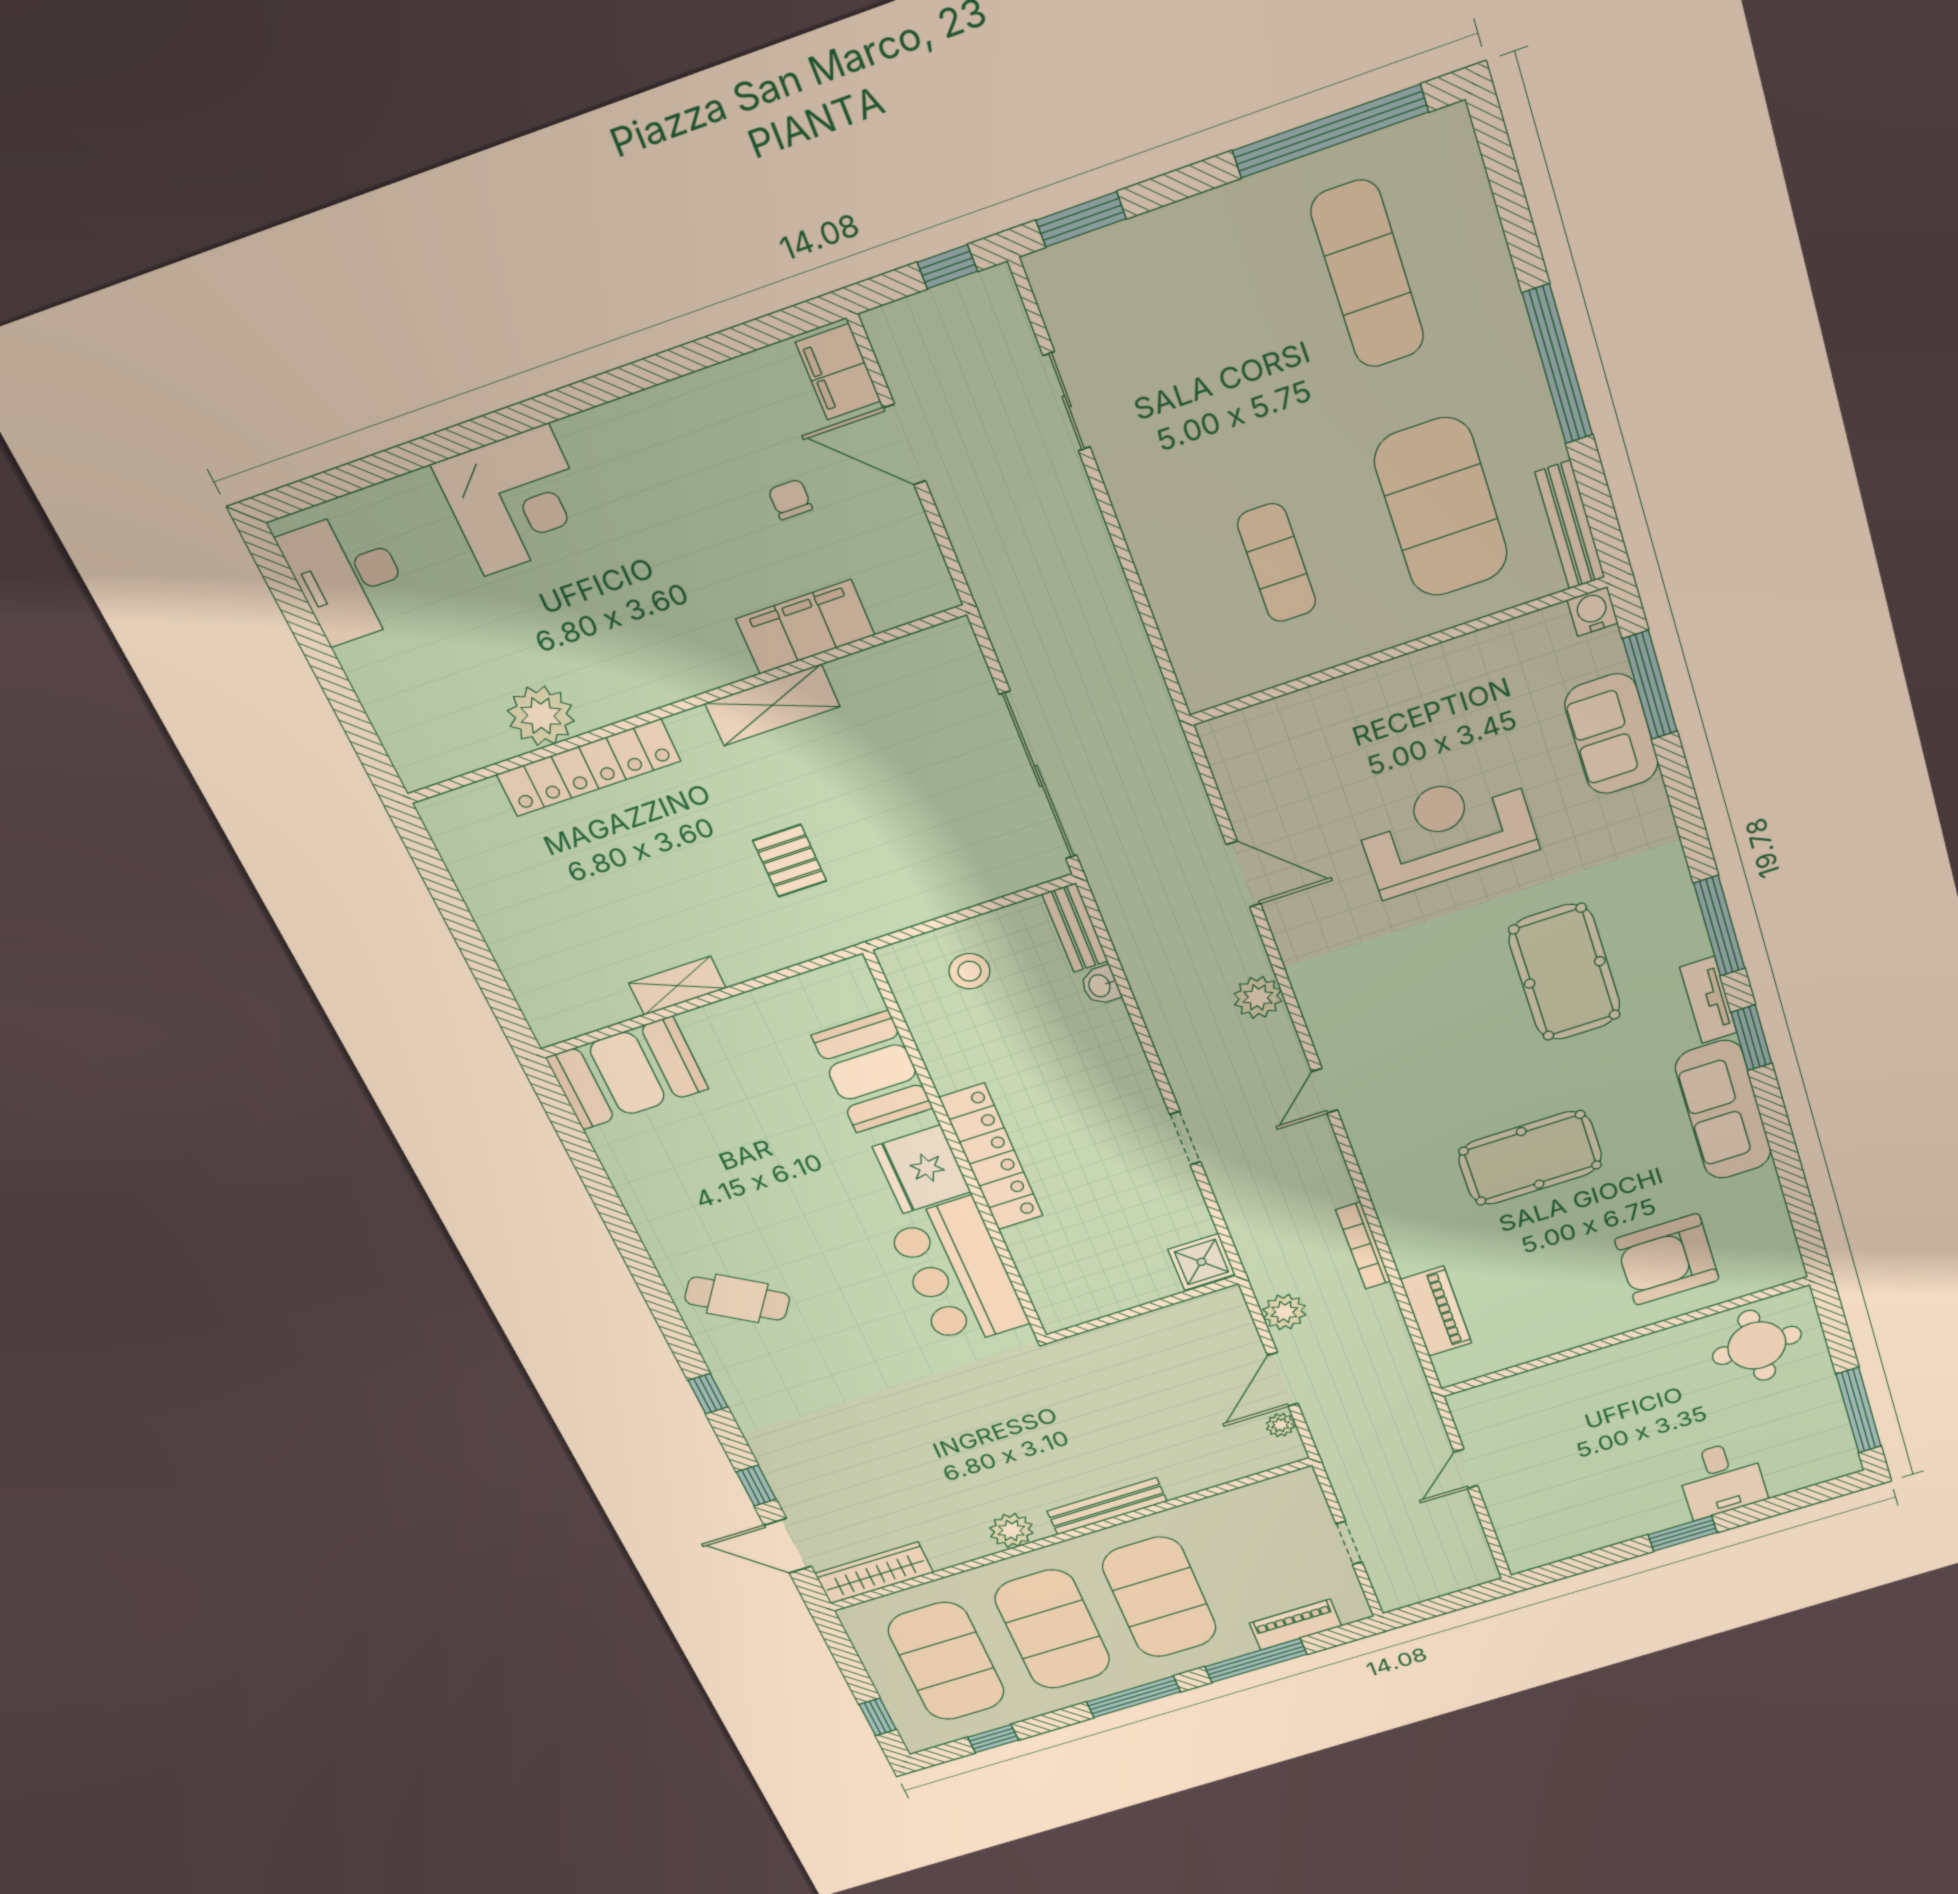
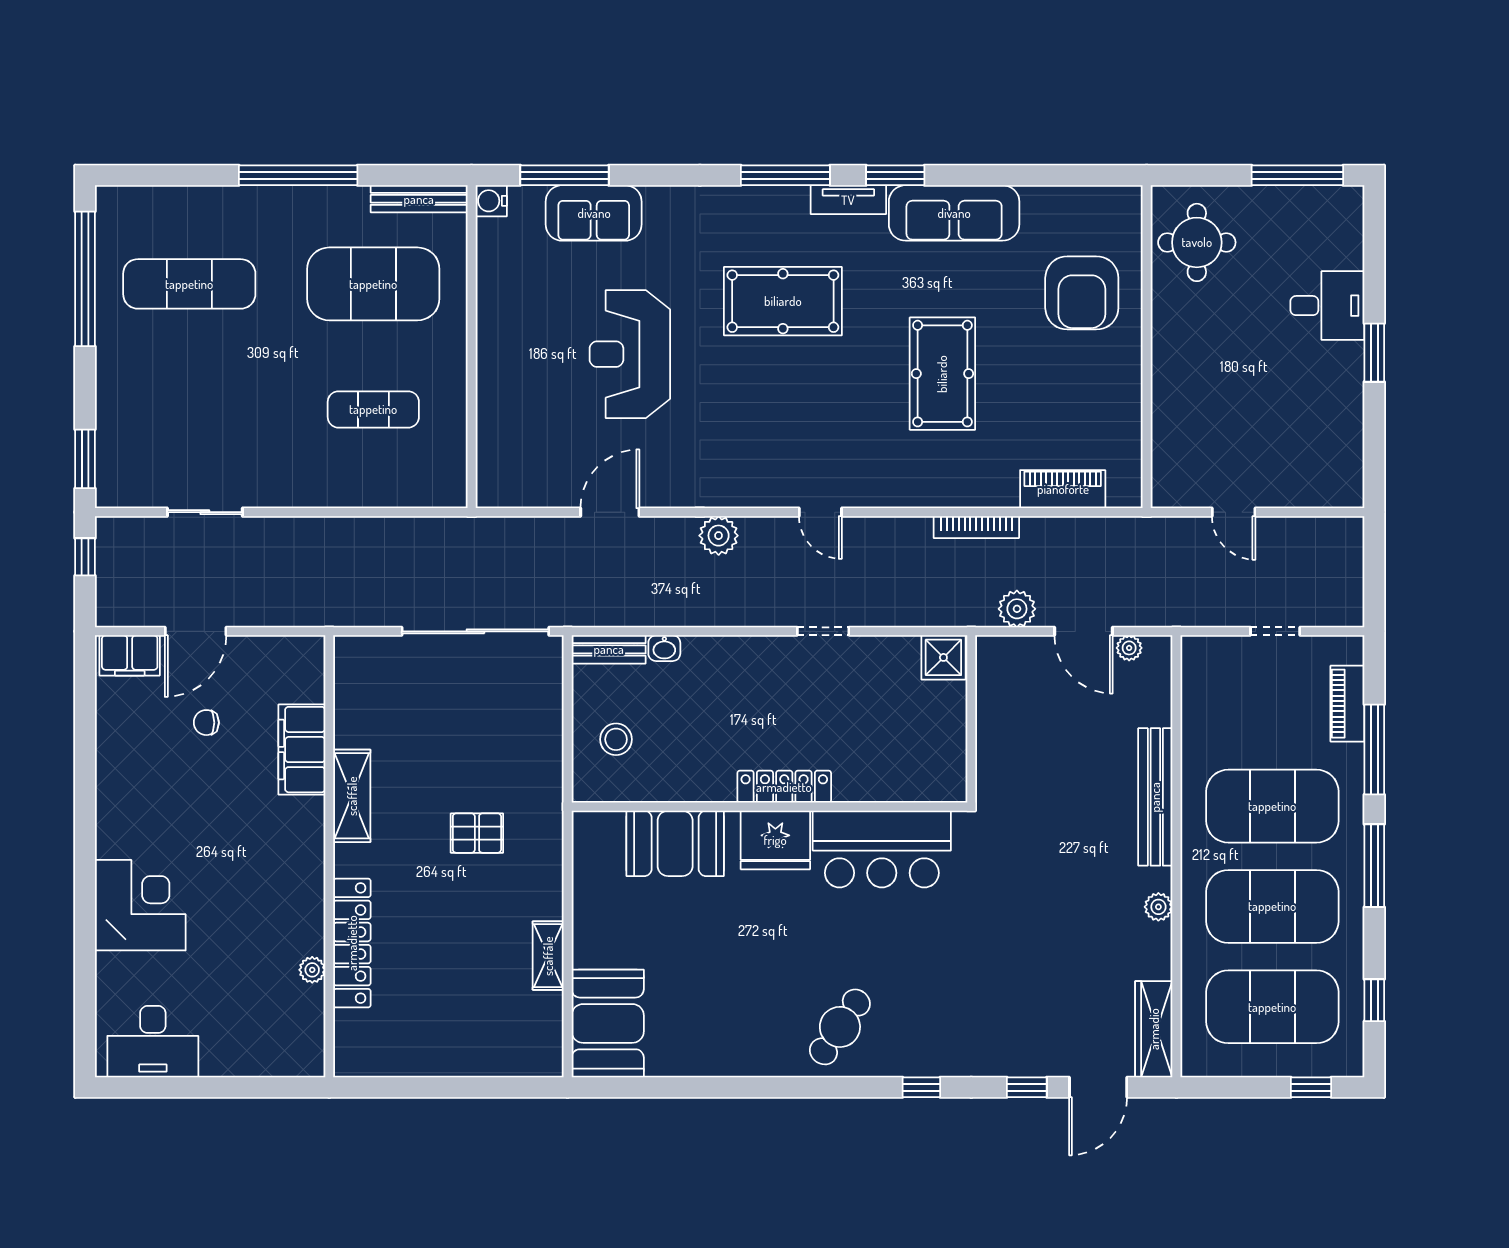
plant: (541, 716) -> (312, 970), width x0.53, depth x0.53
locker: (991, 1157) -> (784, 787), width x0.71, depth x0.83
bench: (1107, 1506) -> (1155, 797), width x1.37, depth x1.21
plant: (1011, 1530) -> (1158, 907), width x0.73, depth x0.73

